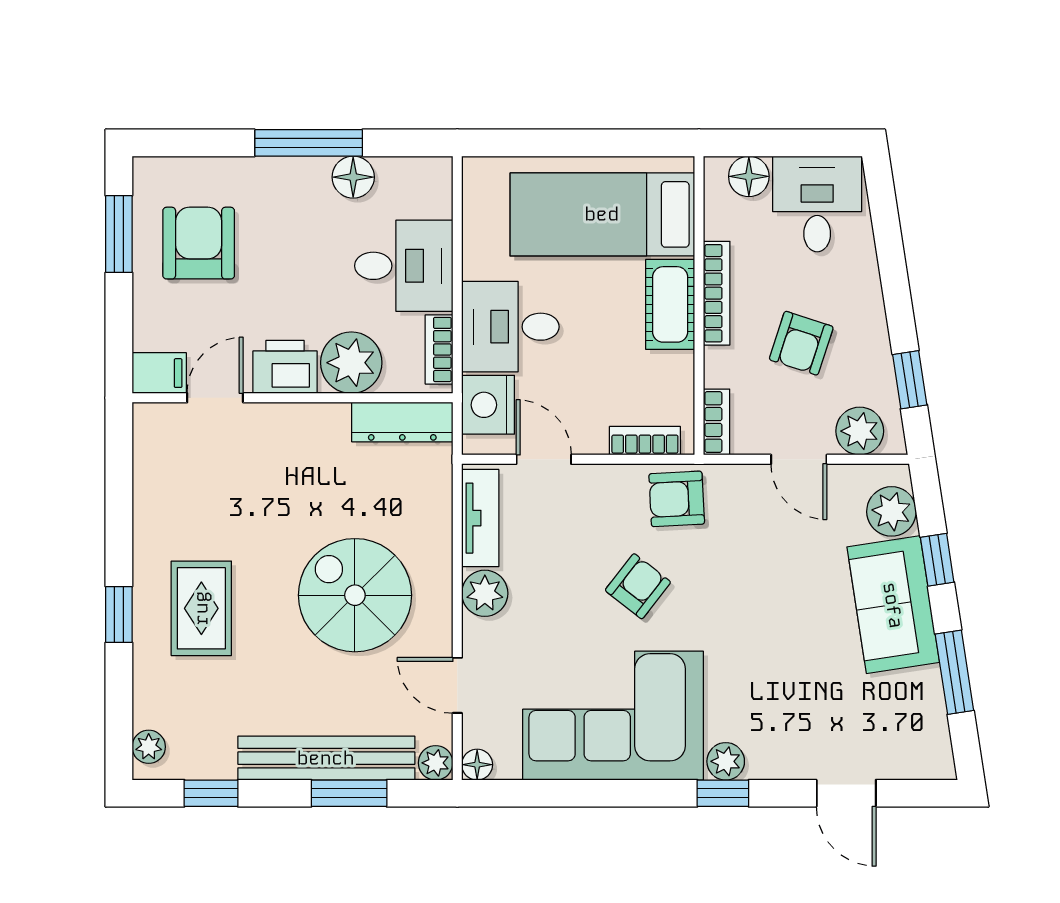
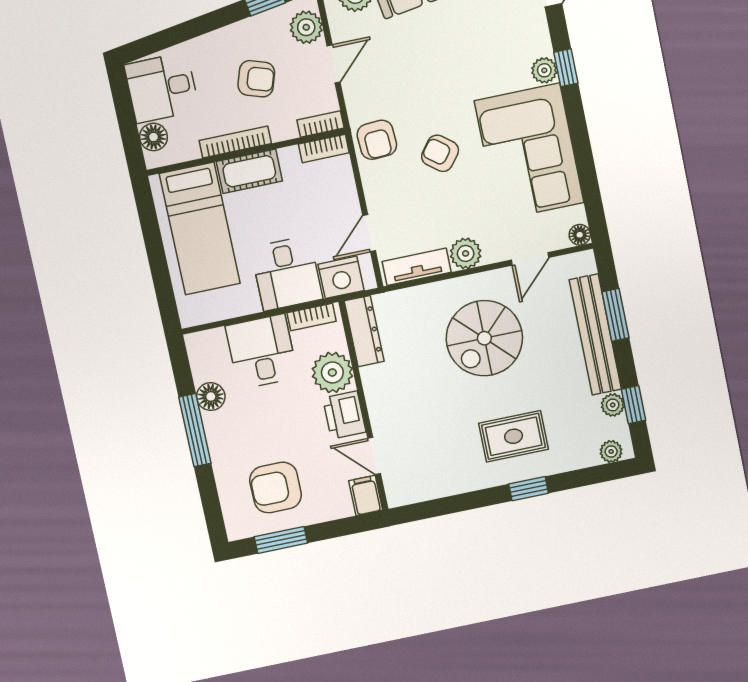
bookcase: (645, 441) -> (324, 148), moved, turned -90
plant: (436, 763) -> (613, 405), moved

